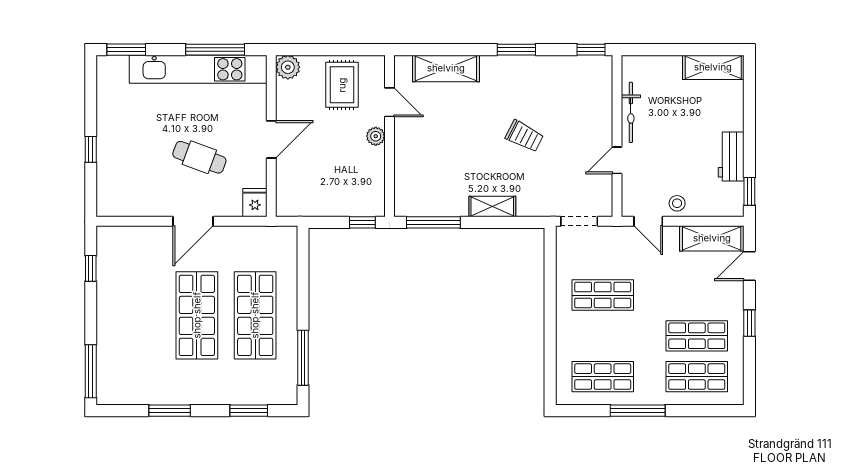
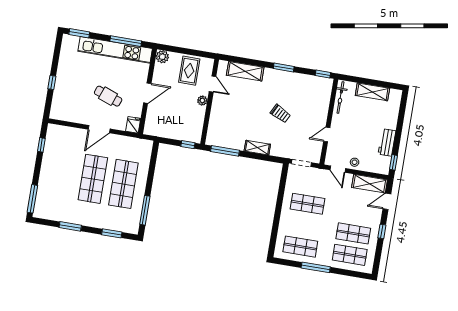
shelving: (713, 67) -> (372, 92), moved
bicycle: (631, 112) -> (340, 98), moved

